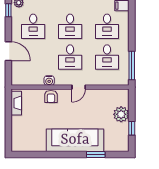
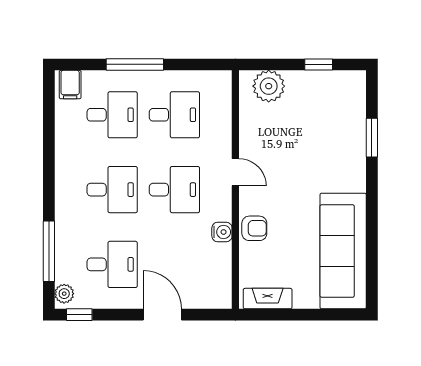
door: (8, 51) -> (162, 315), hinge flipped
window: (132, 65) -> (135, 64), moved
plant: (121, 114) -> (269, 86), moved
sofa: (75, 140) -> (343, 251), moved

